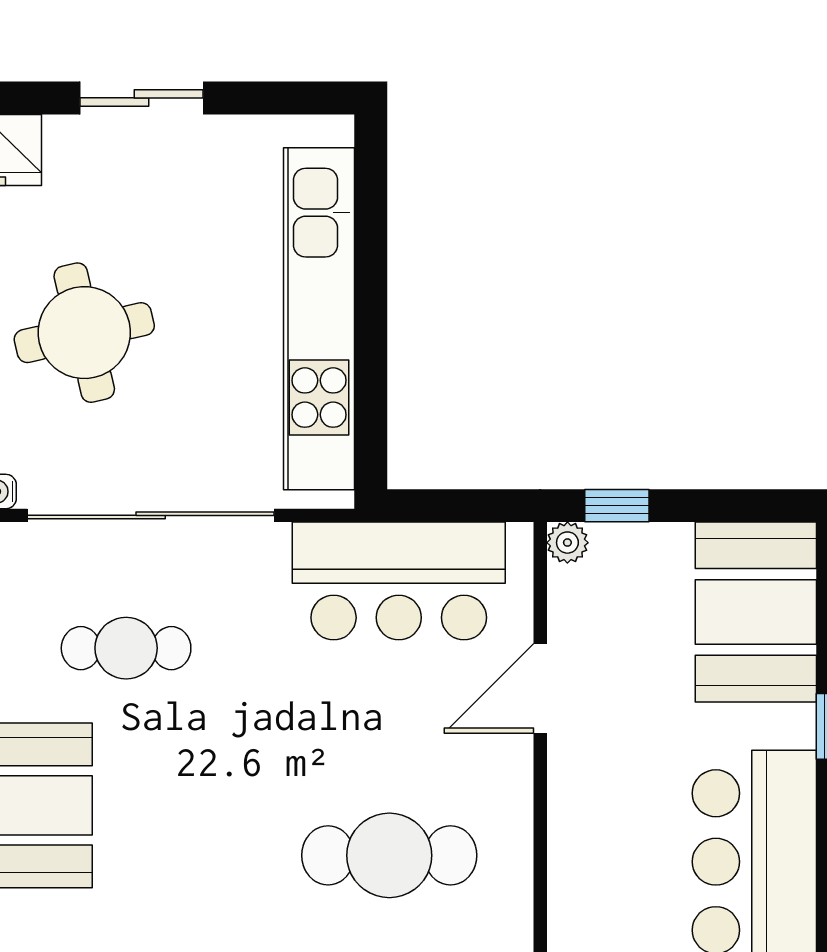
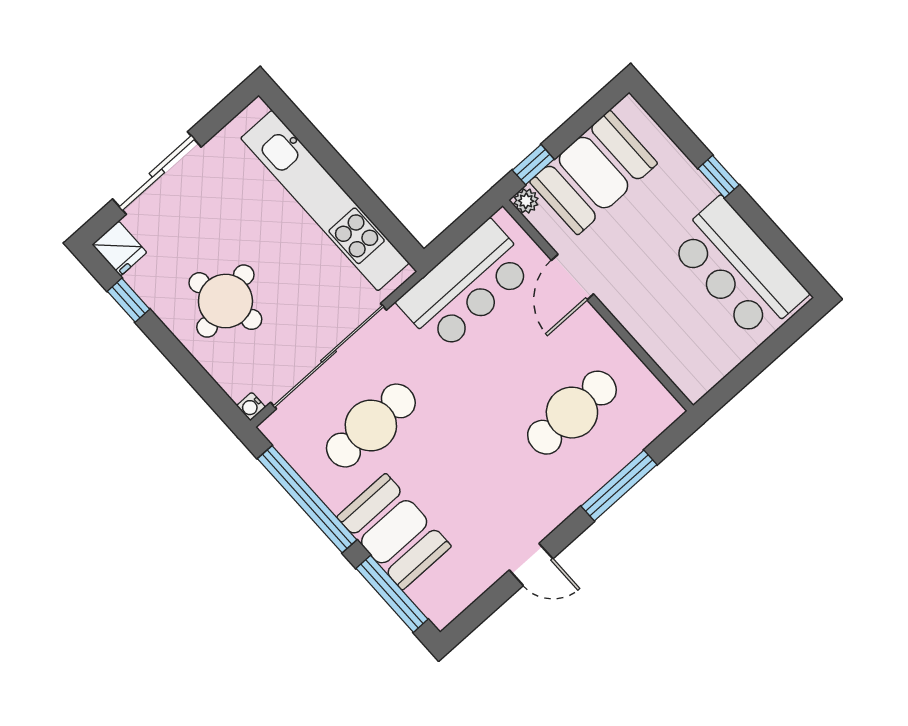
sliding door: (142, 98) -> (157, 173), width x1.37
booth: (756, 612) -> (594, 173), moved, turned 90
cafe table: (126, 648) -> (371, 425), width x1.37, depth x1.35

